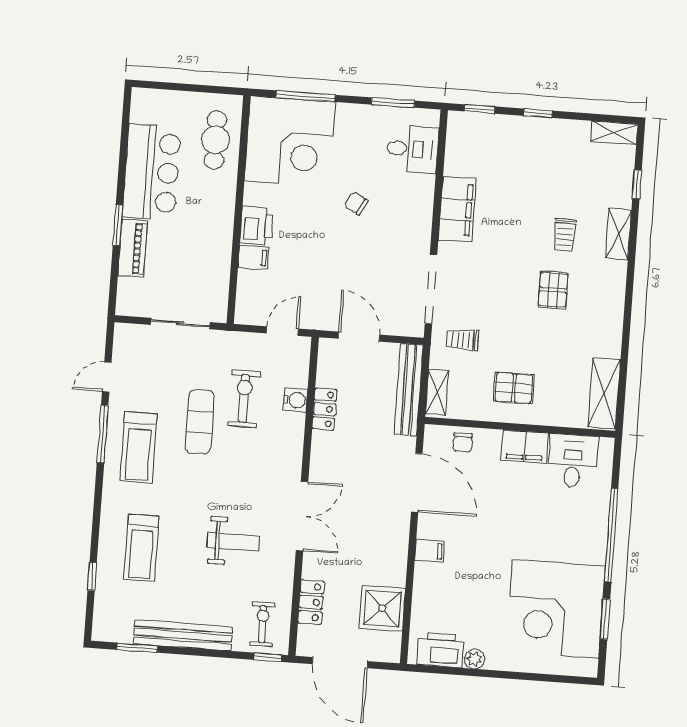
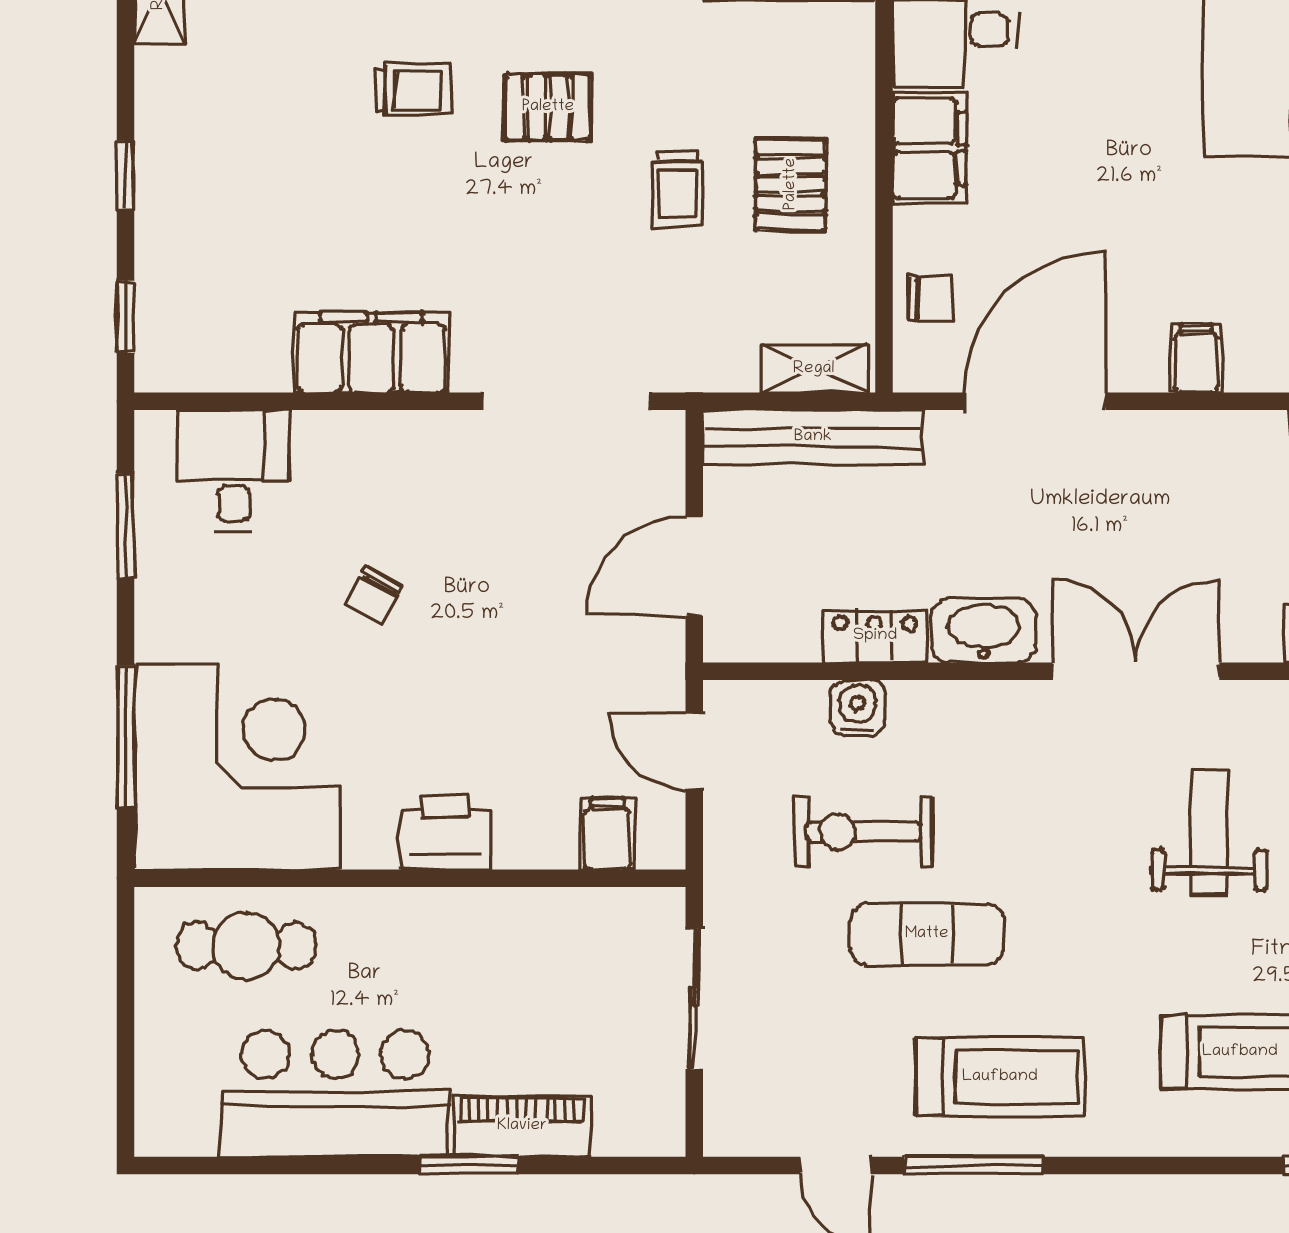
filing cabinet: (253, 257) -> (608, 834), moved
trolley: (463, 340) -> (677, 189), moved
washbasin: (323, 454) -> (984, 631), added

